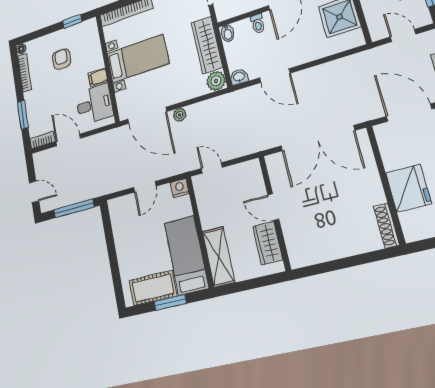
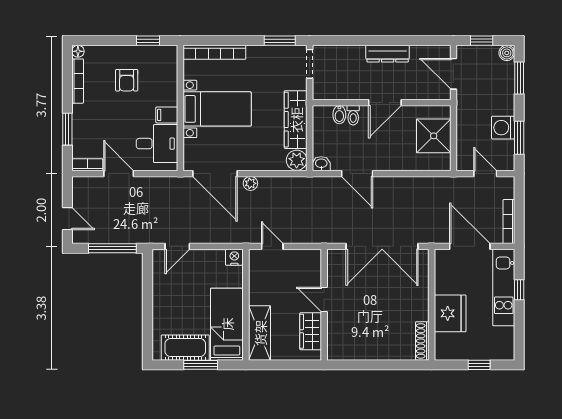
bidet: (228, 33) -> (339, 115), moved
armchair: (61, 59) -> (127, 80), turned 180
door: (145, 187) -> (177, 246), moved

